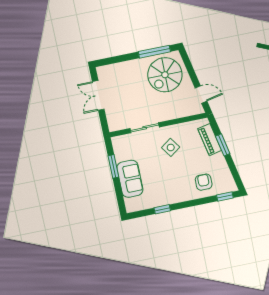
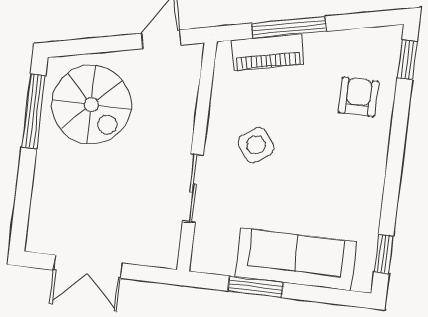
window: (223, 145) -> (289, 27), width x1.44
sofa: (130, 179) -> (296, 259), width x1.36
armchair: (204, 182) -> (358, 97), turned 90
window: (162, 209) -> (384, 254), moved

